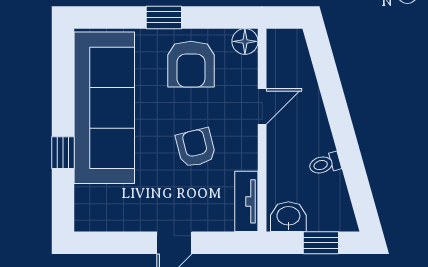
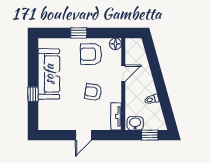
armchair: (191, 64) -> (91, 54), turned 90
sofa: (104, 108) -> (49, 74), width x0.74, depth x0.79
armchair: (196, 148) -> (93, 92), turned -68

